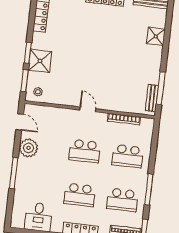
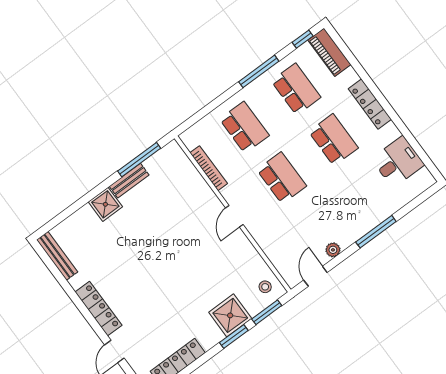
shower: (156, 36) -> (105, 204), moved
bench: (152, 98) -> (129, 181), moved
plant: (29, 148) -> (333, 250), width x0.53, depth x0.53

